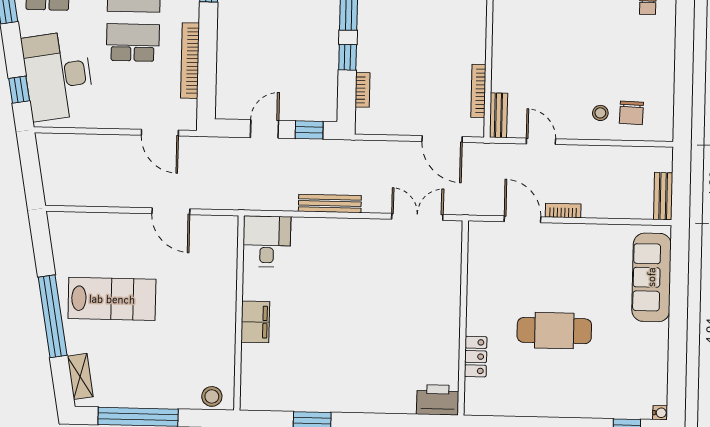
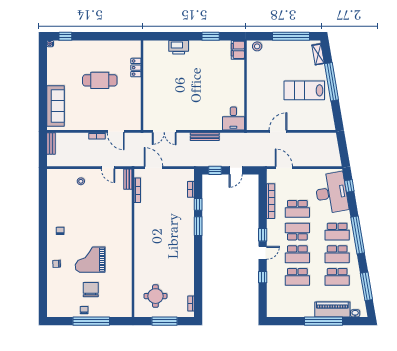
chair: (631, 113) -> (67, 182), removed
door: (171, 211) -> (278, 131), hinge flipped
filing cabinet: (255, 322) -> (238, 50), moved
printer: (438, 400) -> (179, 47), moved

